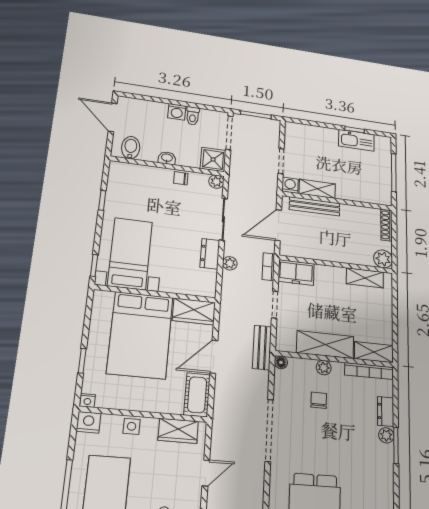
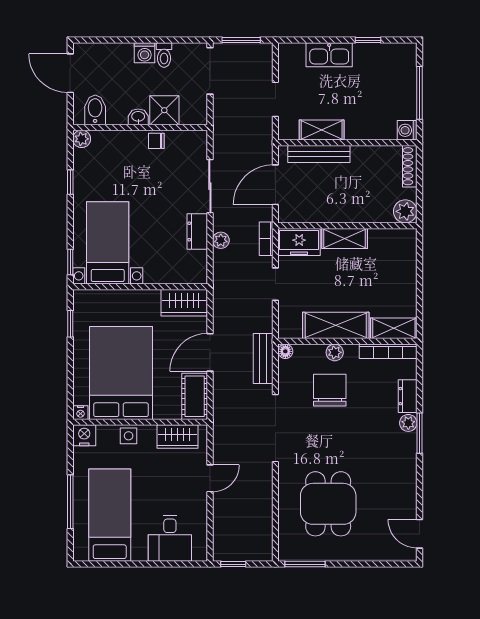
kitchen sink: (356, 140) -> (329, 55), moved
shower: (213, 159) -> (164, 110), moved
plant: (216, 182) -> (82, 139), moved
washing machine: (290, 185) -> (407, 130), moved, turned -90
shelving: (365, 278) -> (345, 238), moved
bed: (140, 335) -> (121, 373), moved, turned 180
bench: (262, 347) -> (263, 358), moved
window: (82, 361) -> (70, 324), moved
chair: (319, 400) -> (330, 390), width x1.87, depth x1.87

